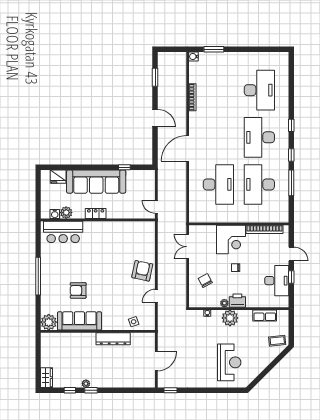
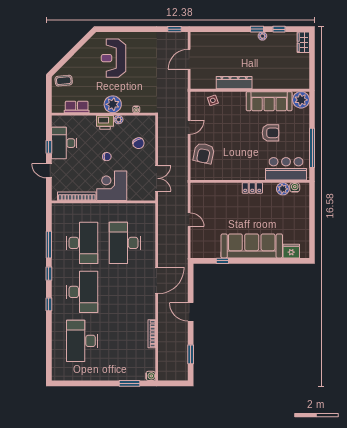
plant: (66, 213) -> (283, 189), moved
locker: (96, 213) -> (252, 188), moved
water cooler: (55, 214) -> (295, 187), moved
wall: (98, 220) -> (250, 181), moved
bar counter: (63, 232) -> (286, 169), moved

